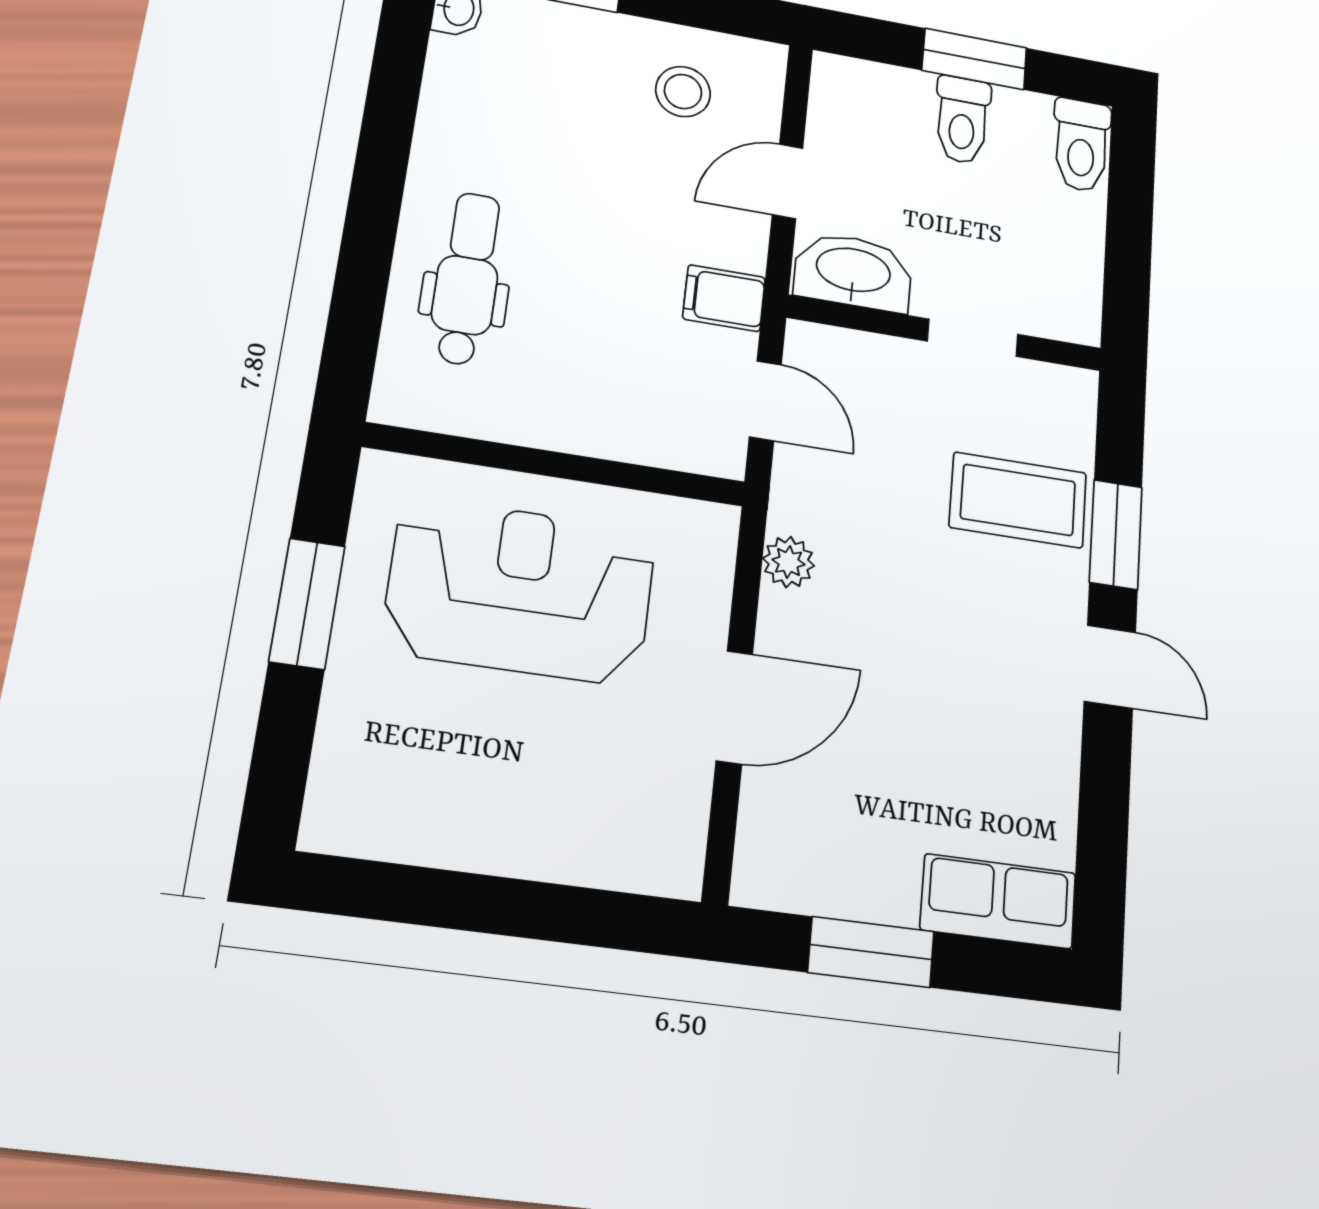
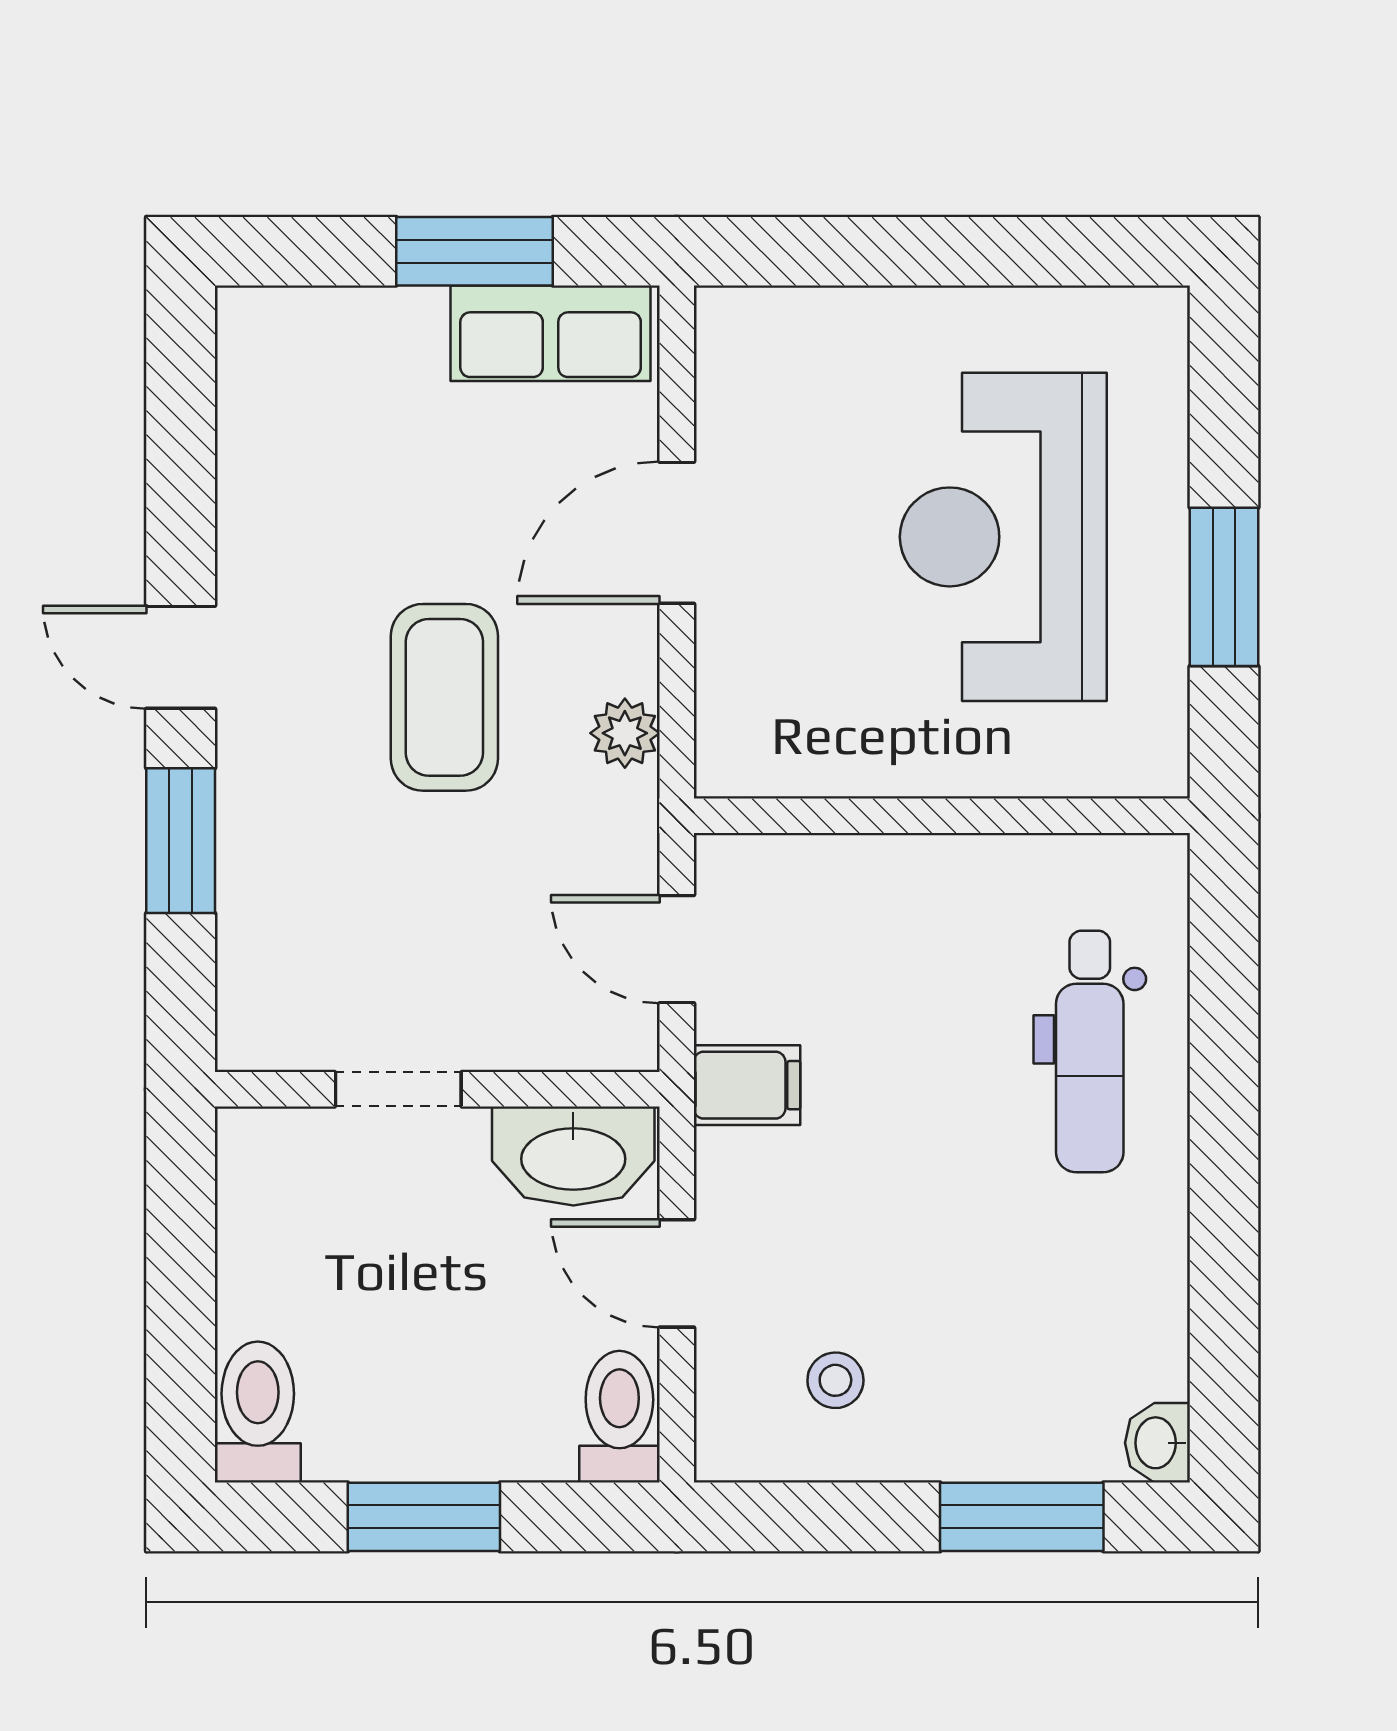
stool: (683, 92) -> (835, 1380), width x0.73, depth x0.73
toilet: (962, 120) -> (619, 1417), moved
door: (788, 181) -> (677, 1273), swing flipped
coffee table: (1018, 500) -> (444, 697), moved, turned 90
reception desk: (520, 591) -> (1003, 537), moved, turned 90
row of seats: (998, 901) -> (551, 333), moved

